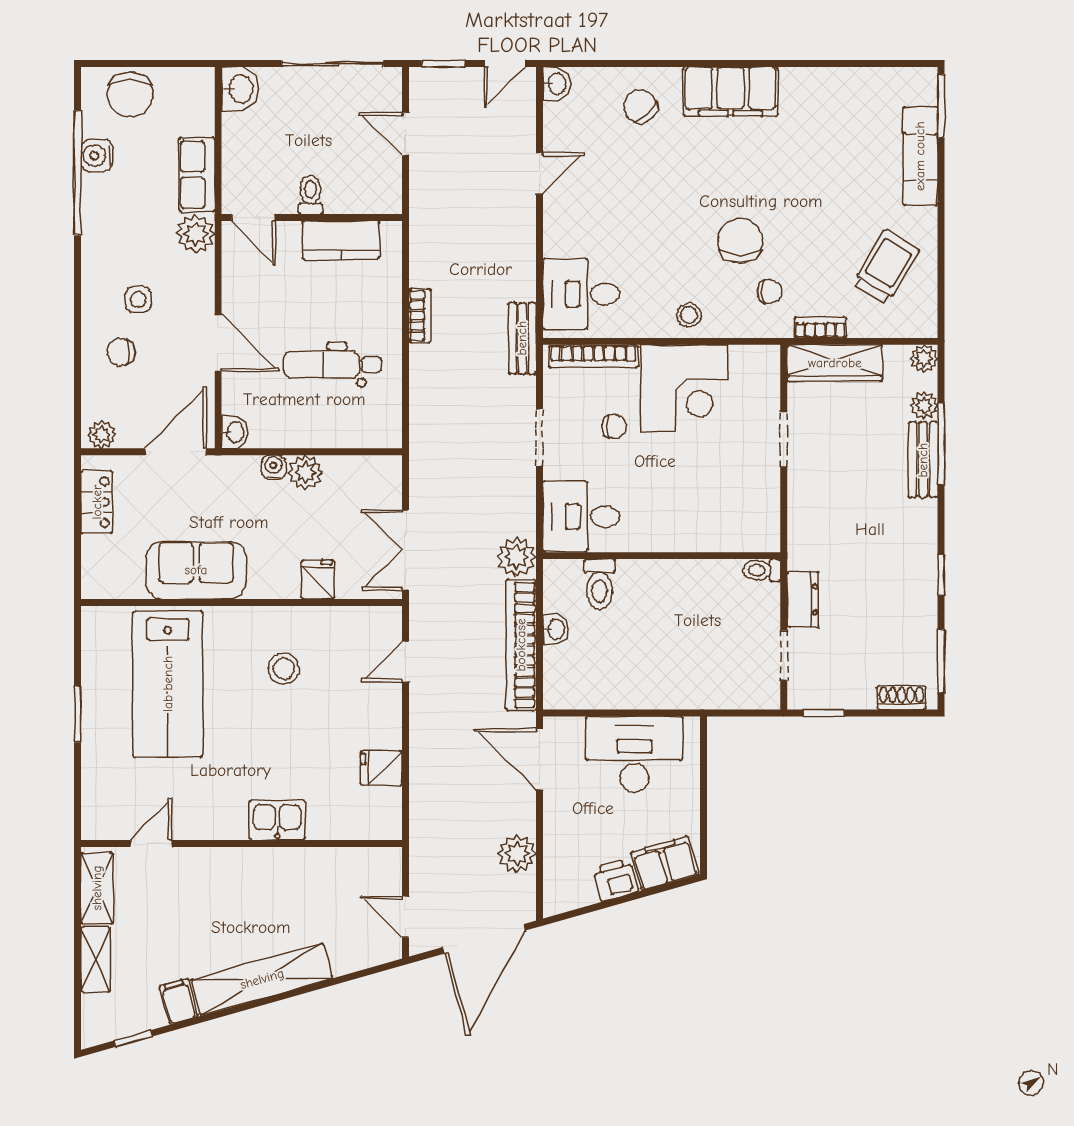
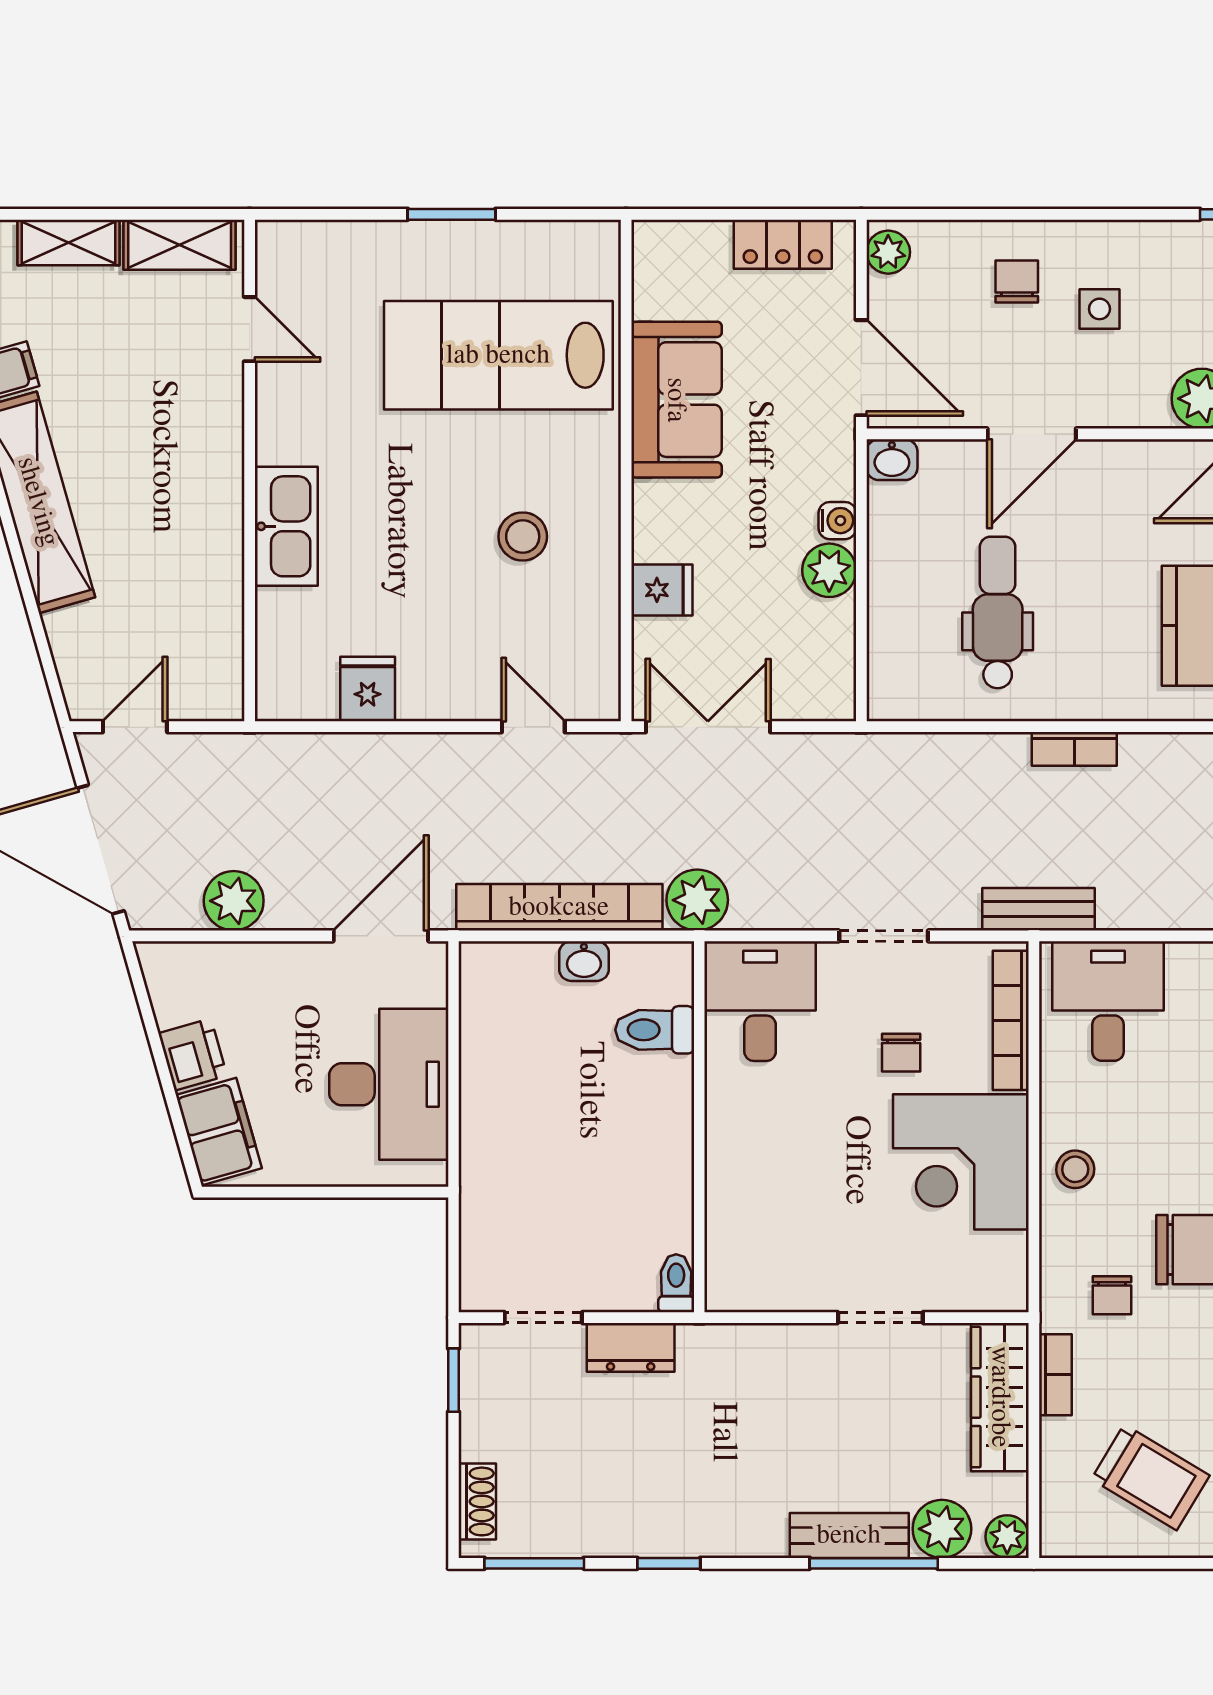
plant: (924, 405) -> (942, 1529), width x1.38, depth x1.38
kitchen sink: (277, 820) -> (286, 526), width x1.38

